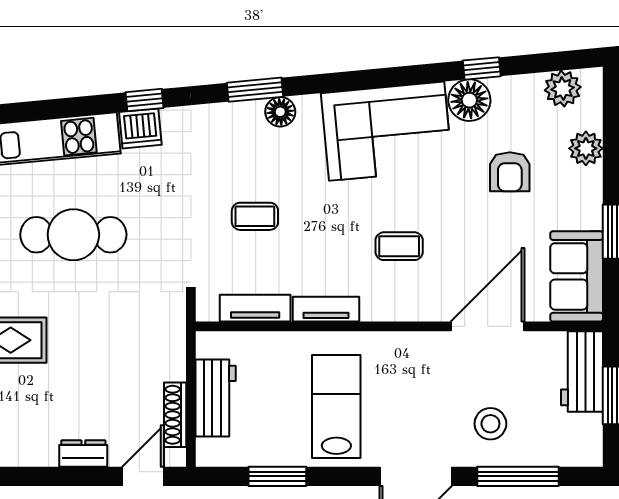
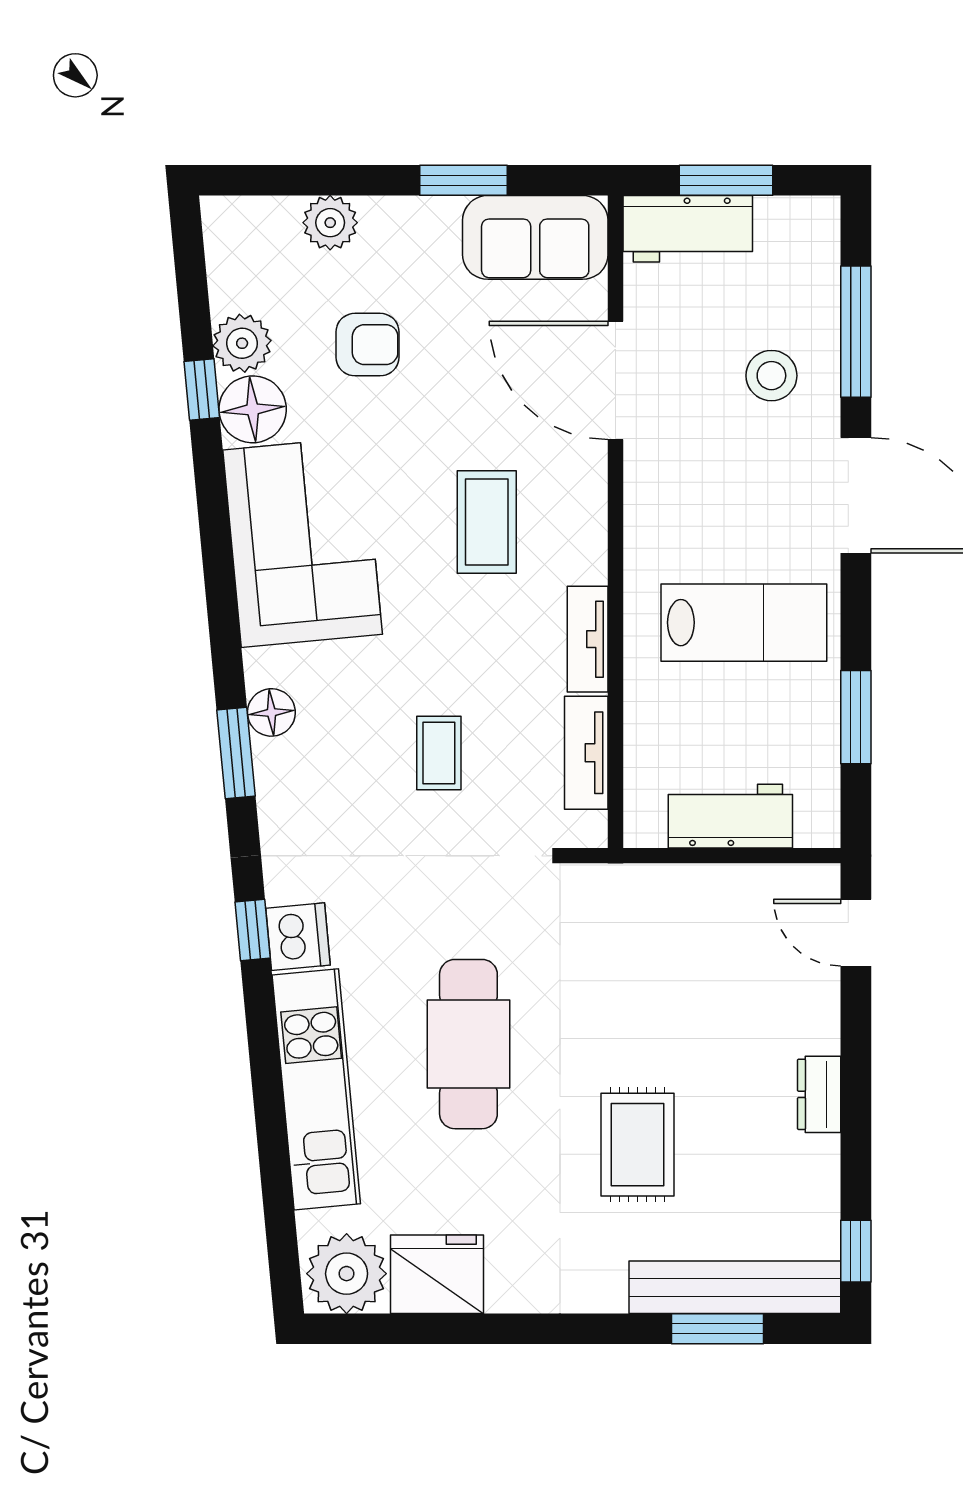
plant: (563, 89) -> (242, 343), moved
coffee table: (399, 246) -> (487, 522), width x1.36, depth x1.30
lab bench: (336, 406) -> (744, 623), turned 180
shoe rack: (175, 415) -> (757, 881), removed
dresser: (83, 453) -> (819, 1094), moved

